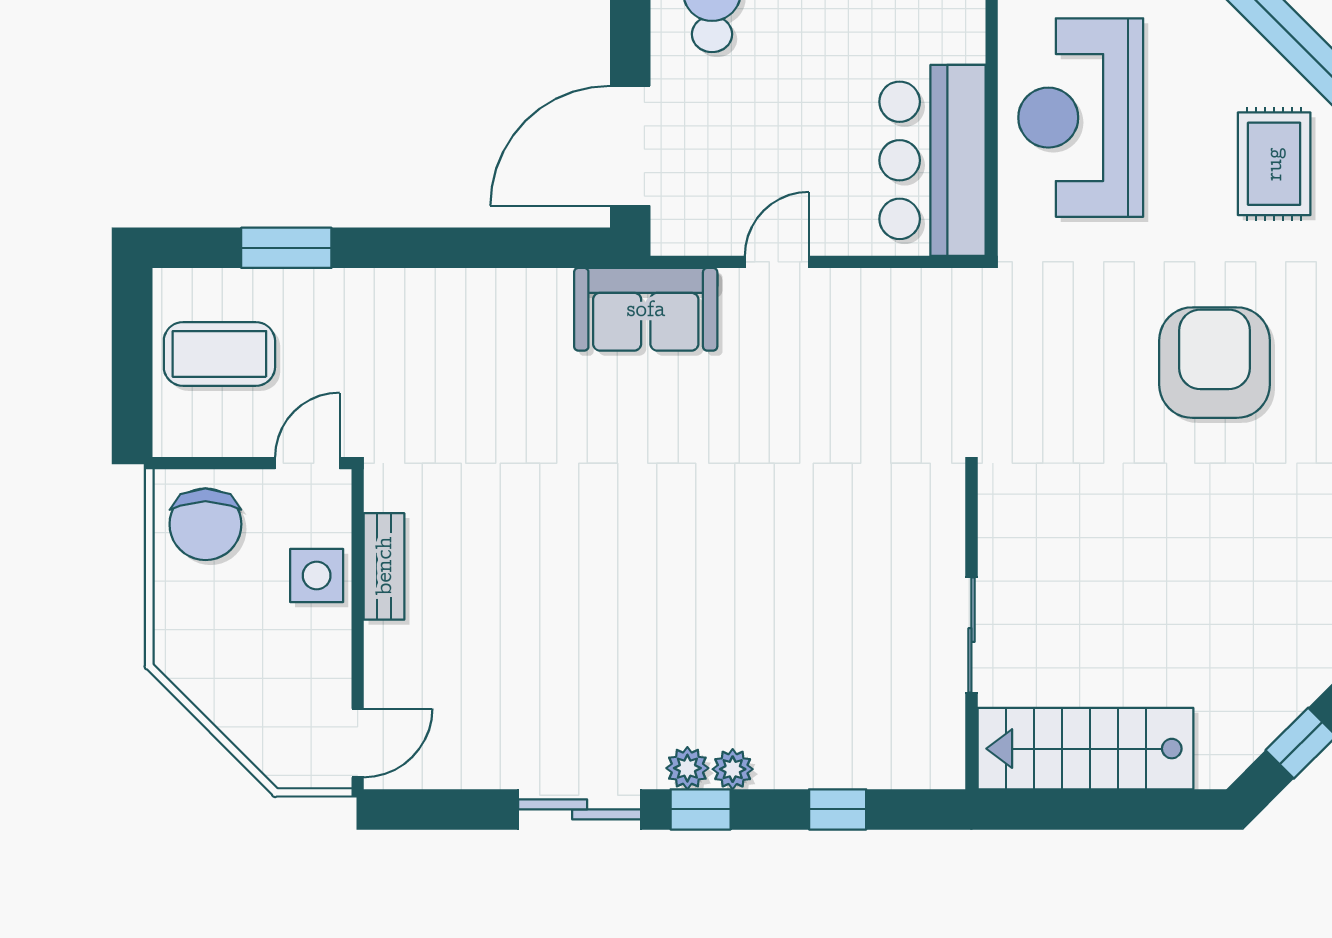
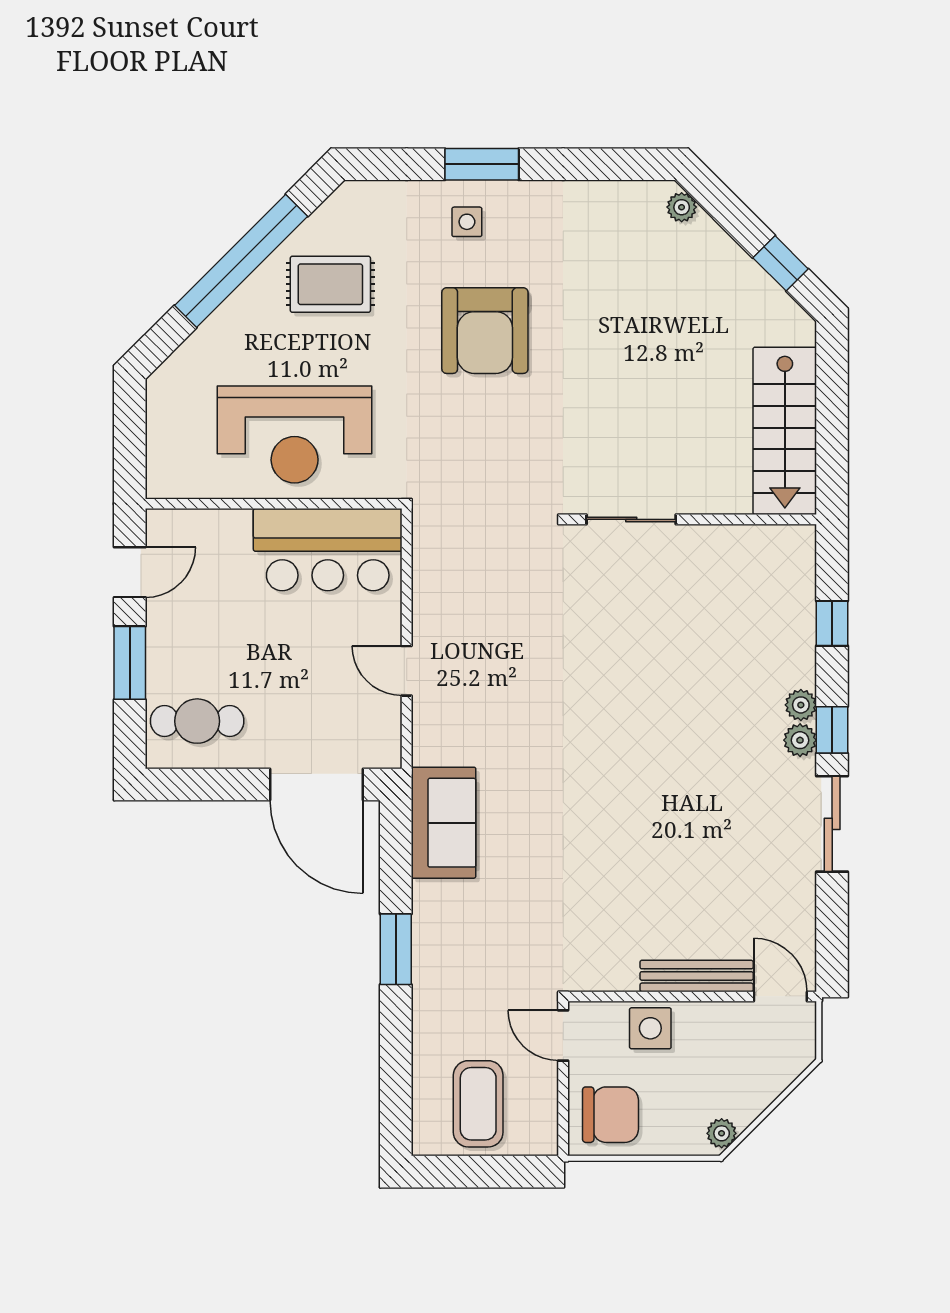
window: (286, 248) -> (396, 949), moved
sofa: (646, 309) -> (444, 823), moved
armchair: (1214, 363) -> (485, 331), turned -90
bench: (384, 566) -> (697, 976), moved, width x1.36
sliding door: (971, 635) -> (631, 519), moved
plant: (181, 667) -> (722, 1133), added

